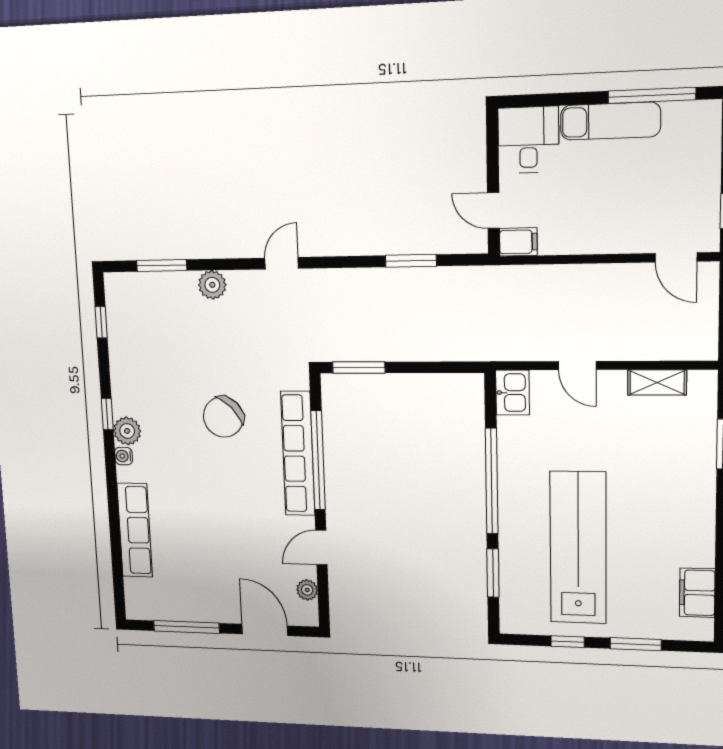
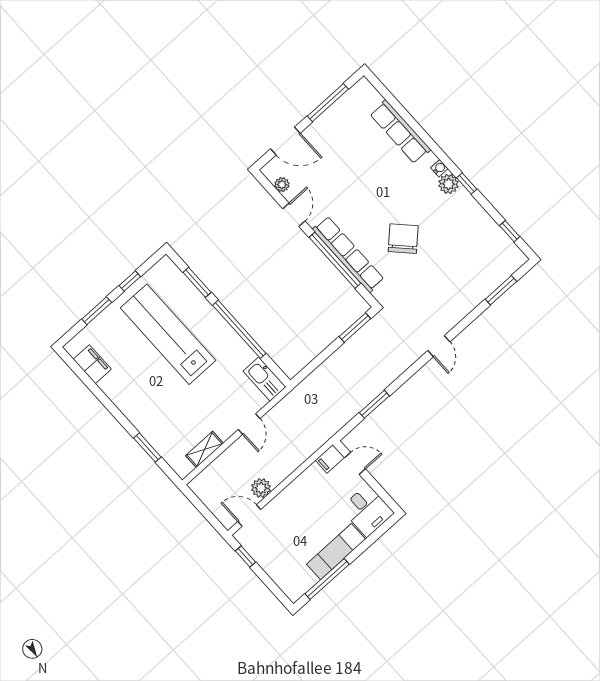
plant: (212, 285) -> (261, 488), moved
door: (577, 366) -> (249, 424), swing flipped
kitchen sink: (513, 393) -> (265, 379), width x1.38
lab bench: (578, 548) -> (168, 334), turned 180

